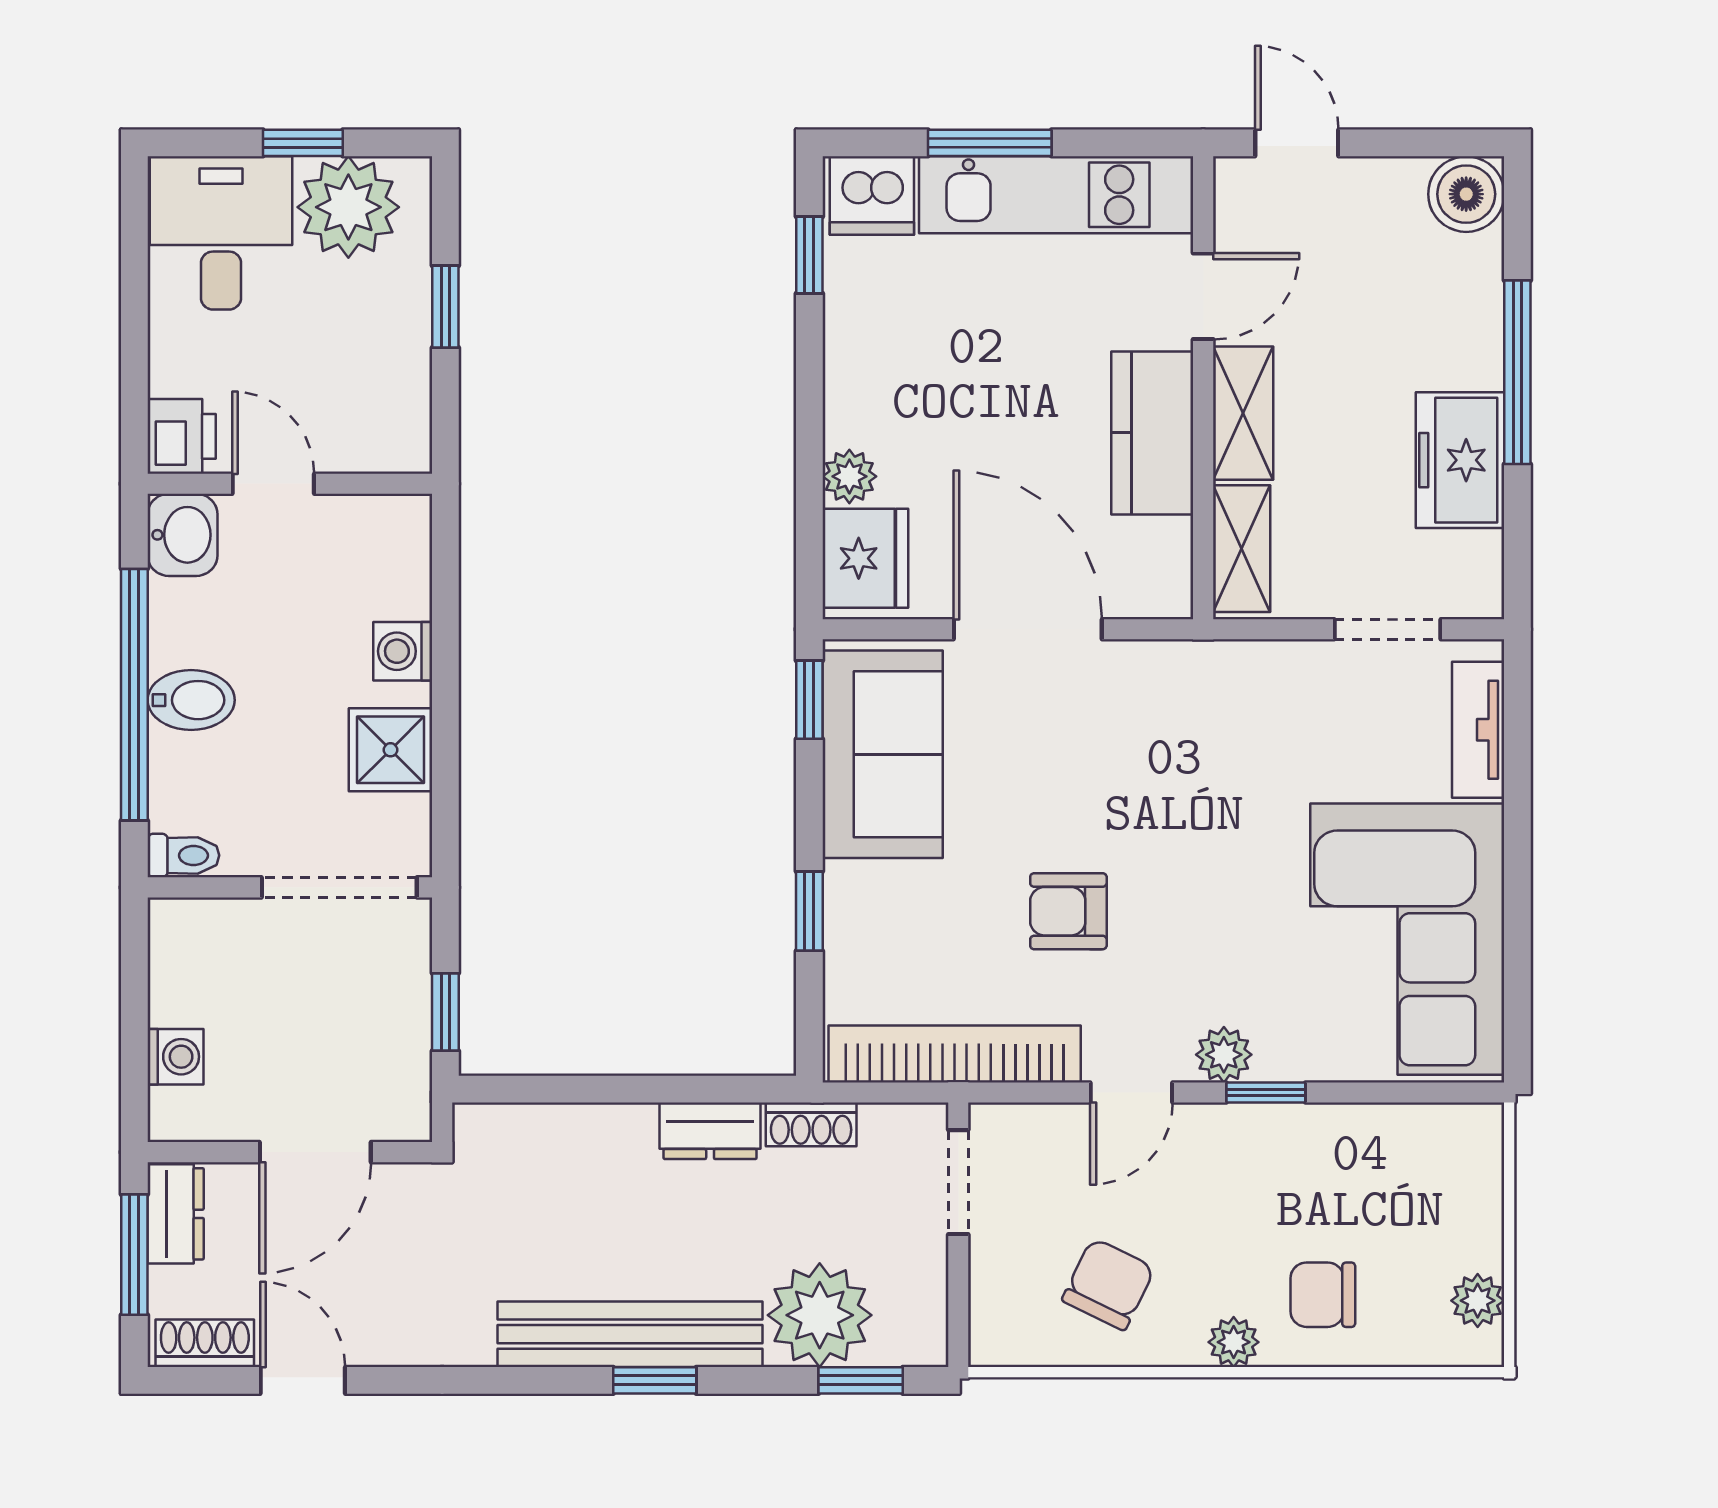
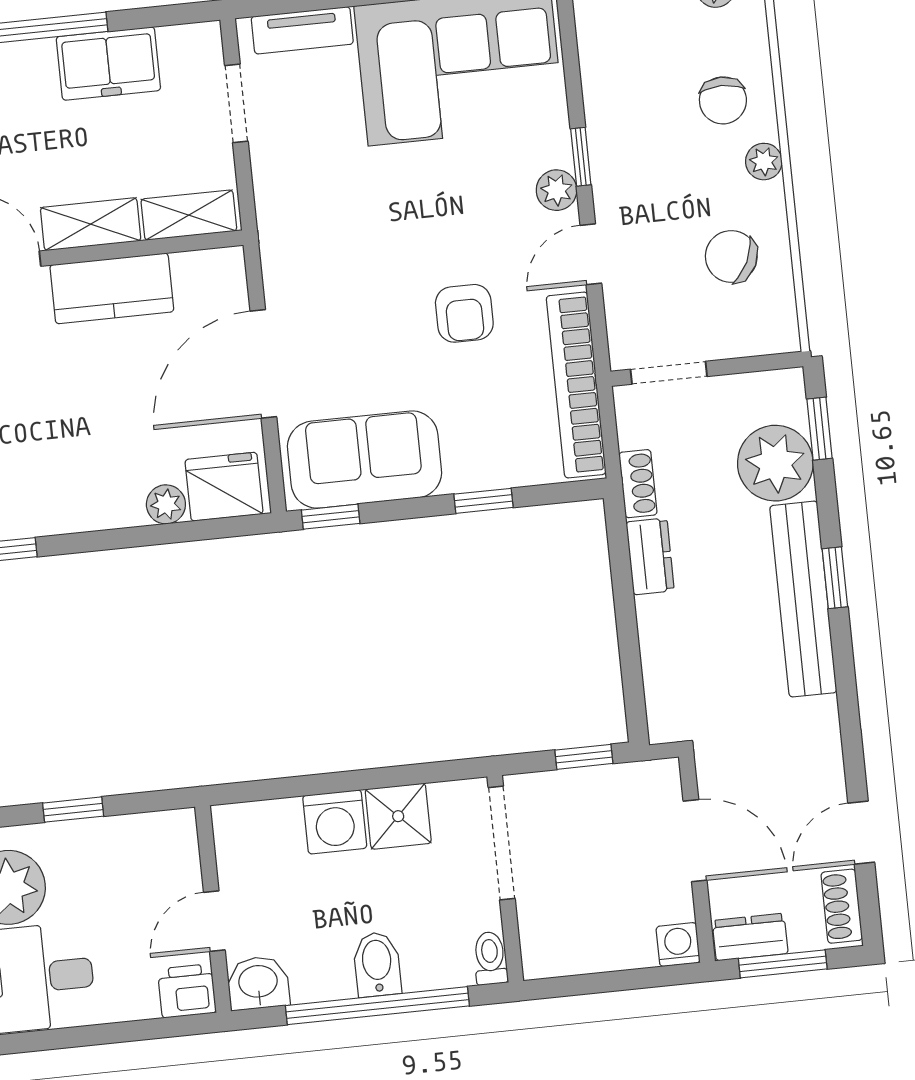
washing machine: (403, 651) -> (335, 822), width x1.38, depth x1.38
washing machine: (176, 1057) -> (678, 945), moved
door: (1131, 1093) -> (591, 254), swing flipped

